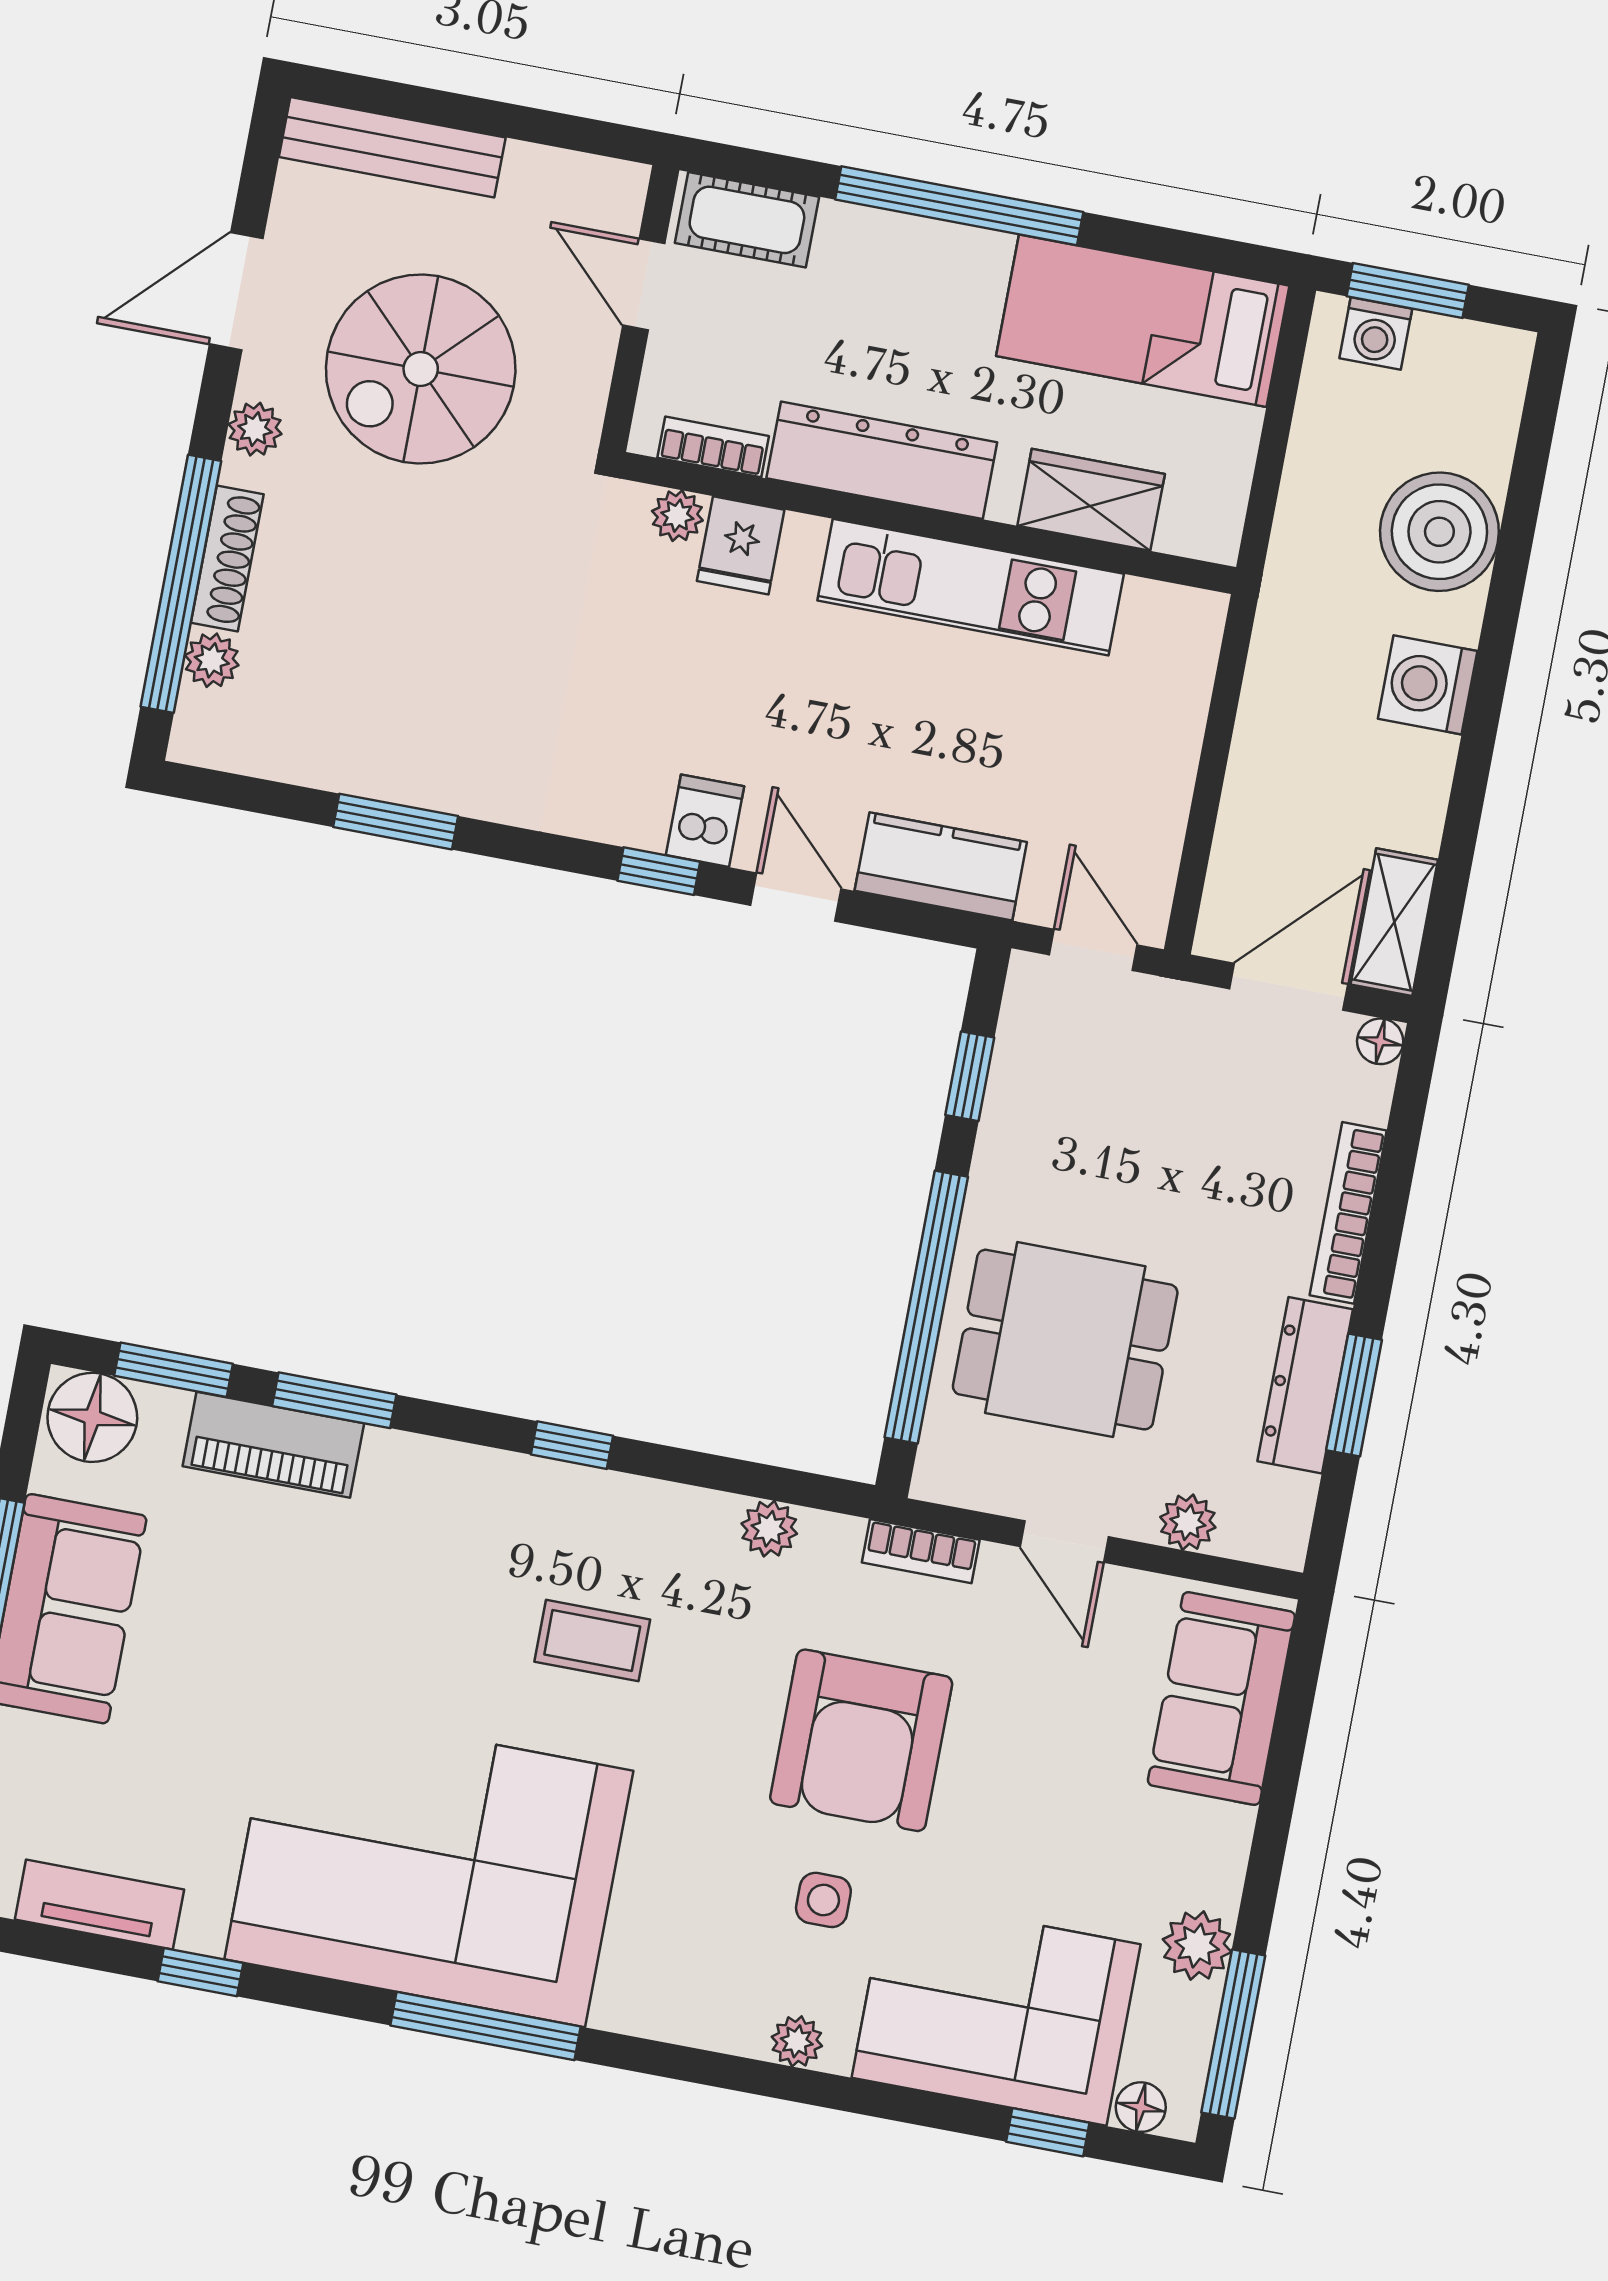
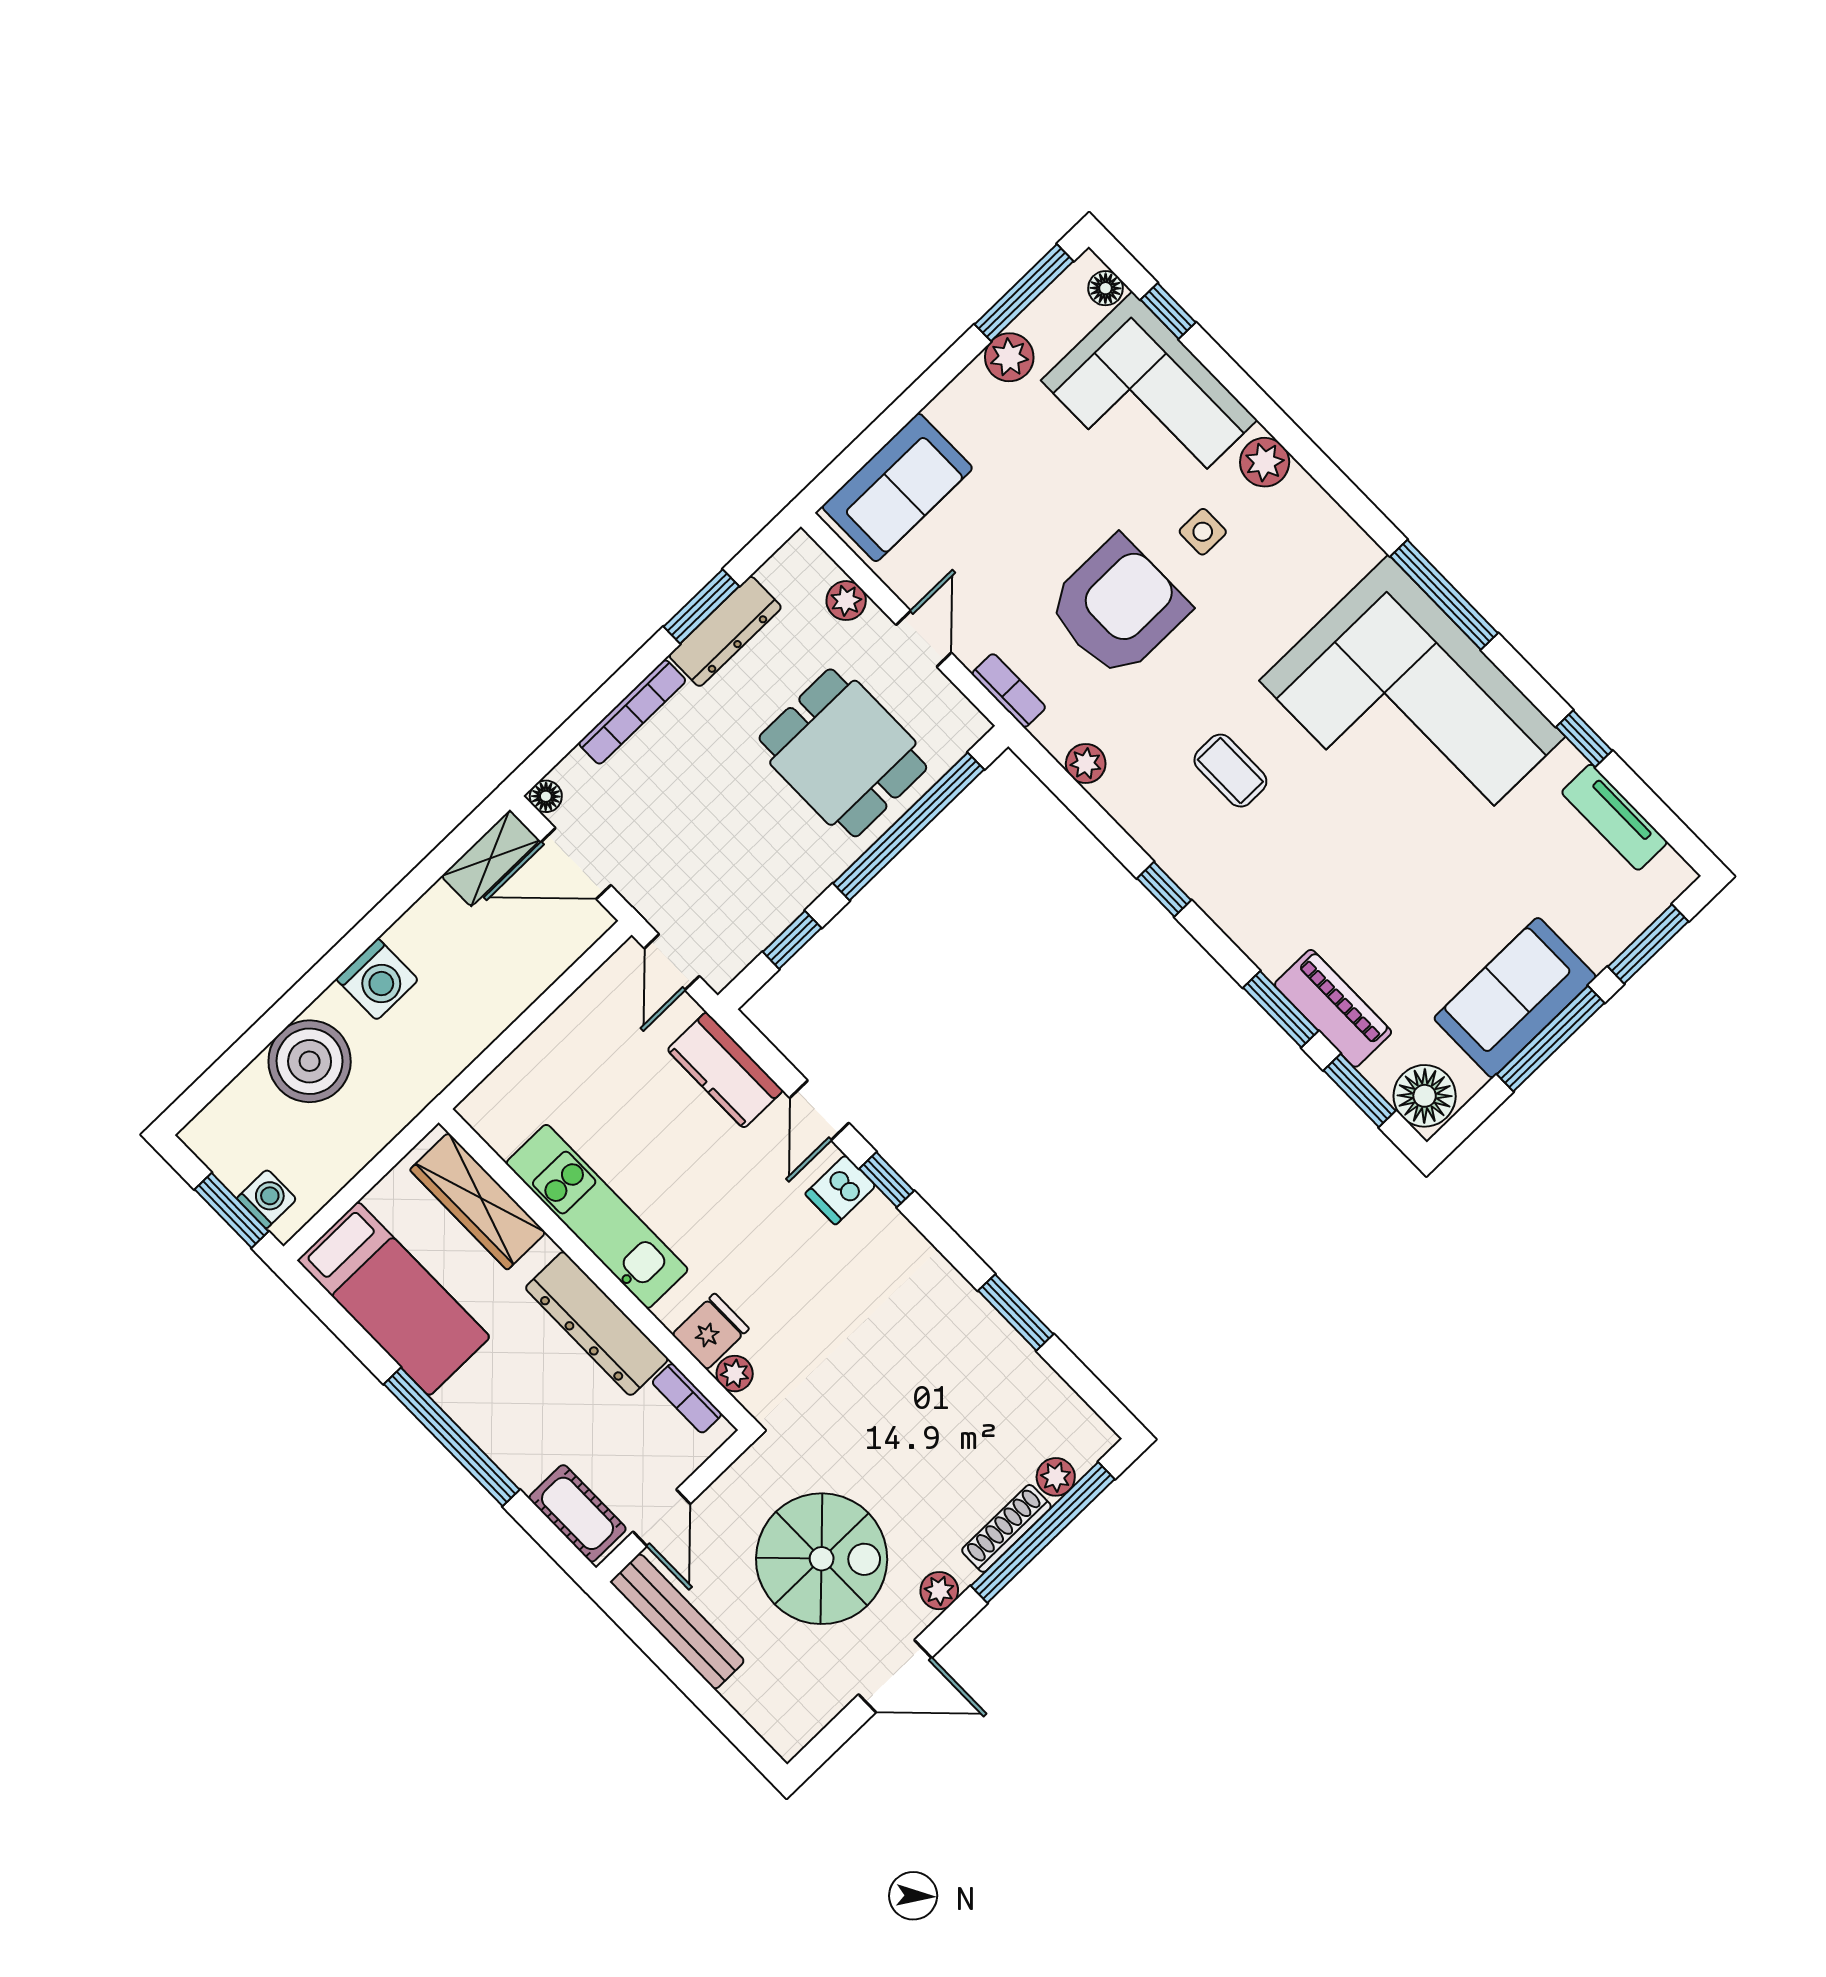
bench: (392, 147) -> (677, 1621), moved
wardrobe: (1091, 500) -> (478, 1201), width x1.50
plant: (797, 2041) -> (1265, 462), width x1.38, depth x1.38

